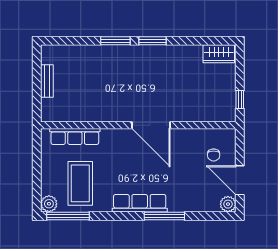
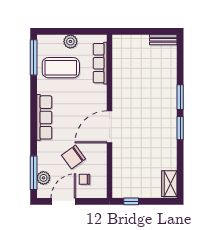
bench: (47, 81) -> (163, 40), moved
chair: (187, 168) -> (74, 157), added
plant: (49, 204) -> (70, 41), moved
plant: (228, 204) -> (43, 178), moved
window: (164, 216) -> (34, 173), moved

